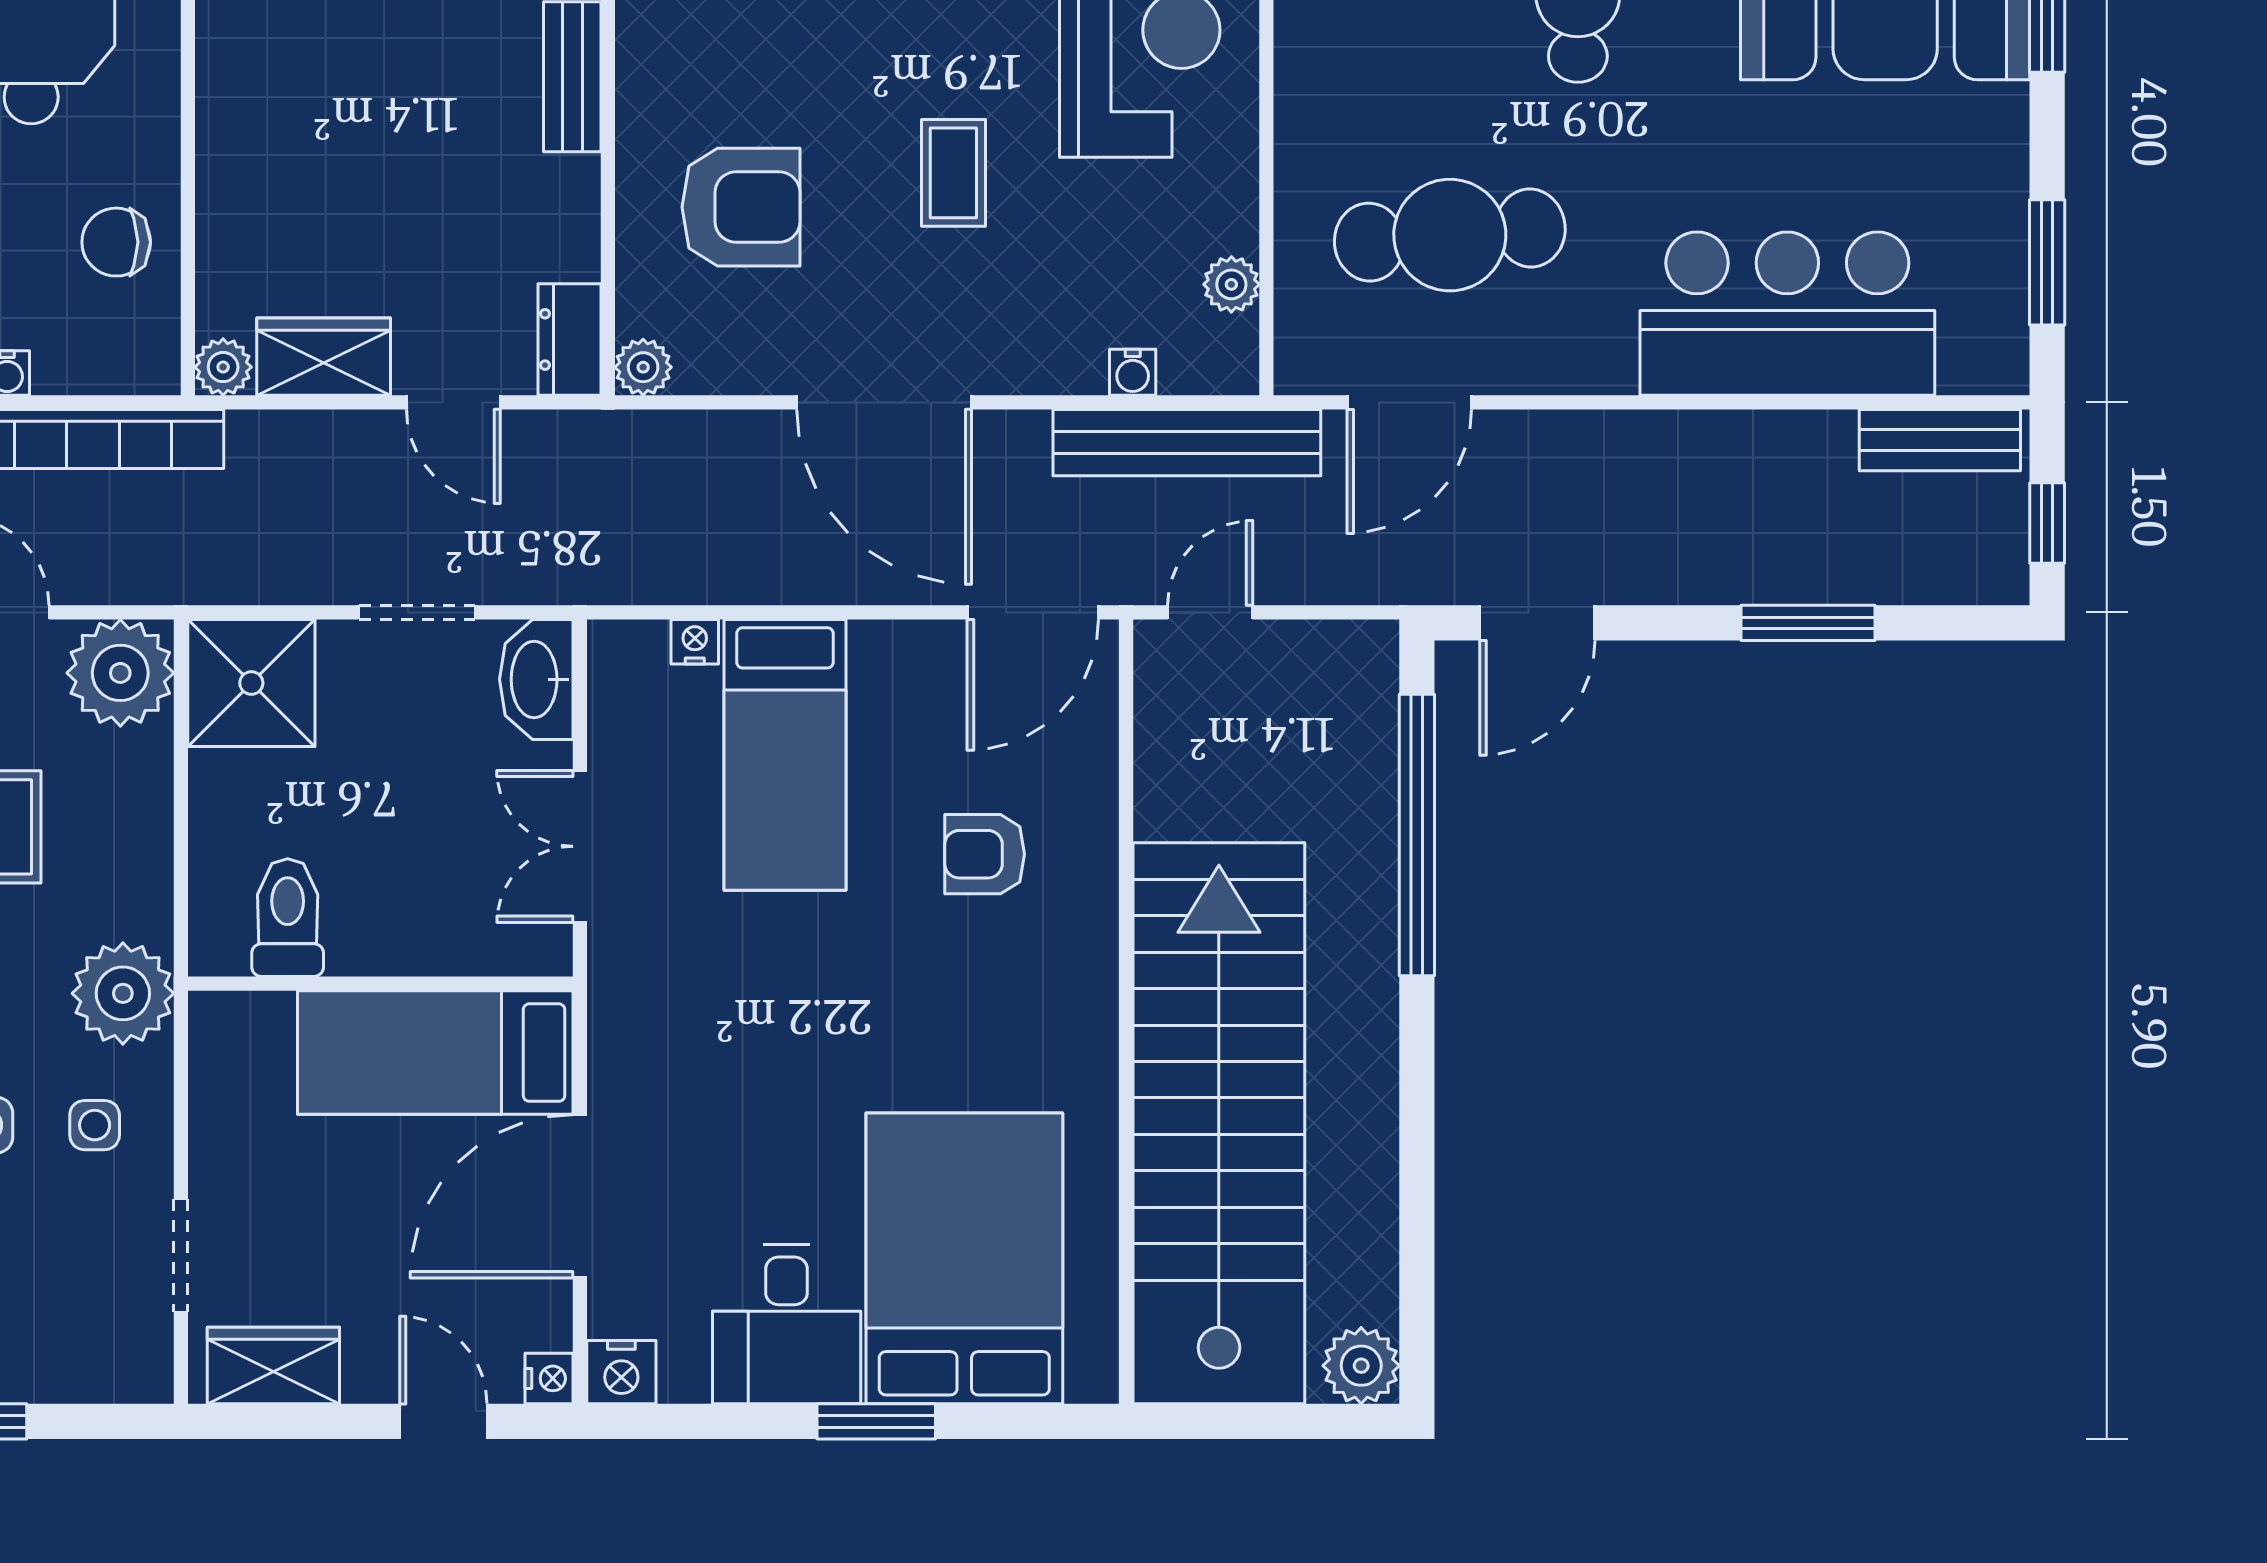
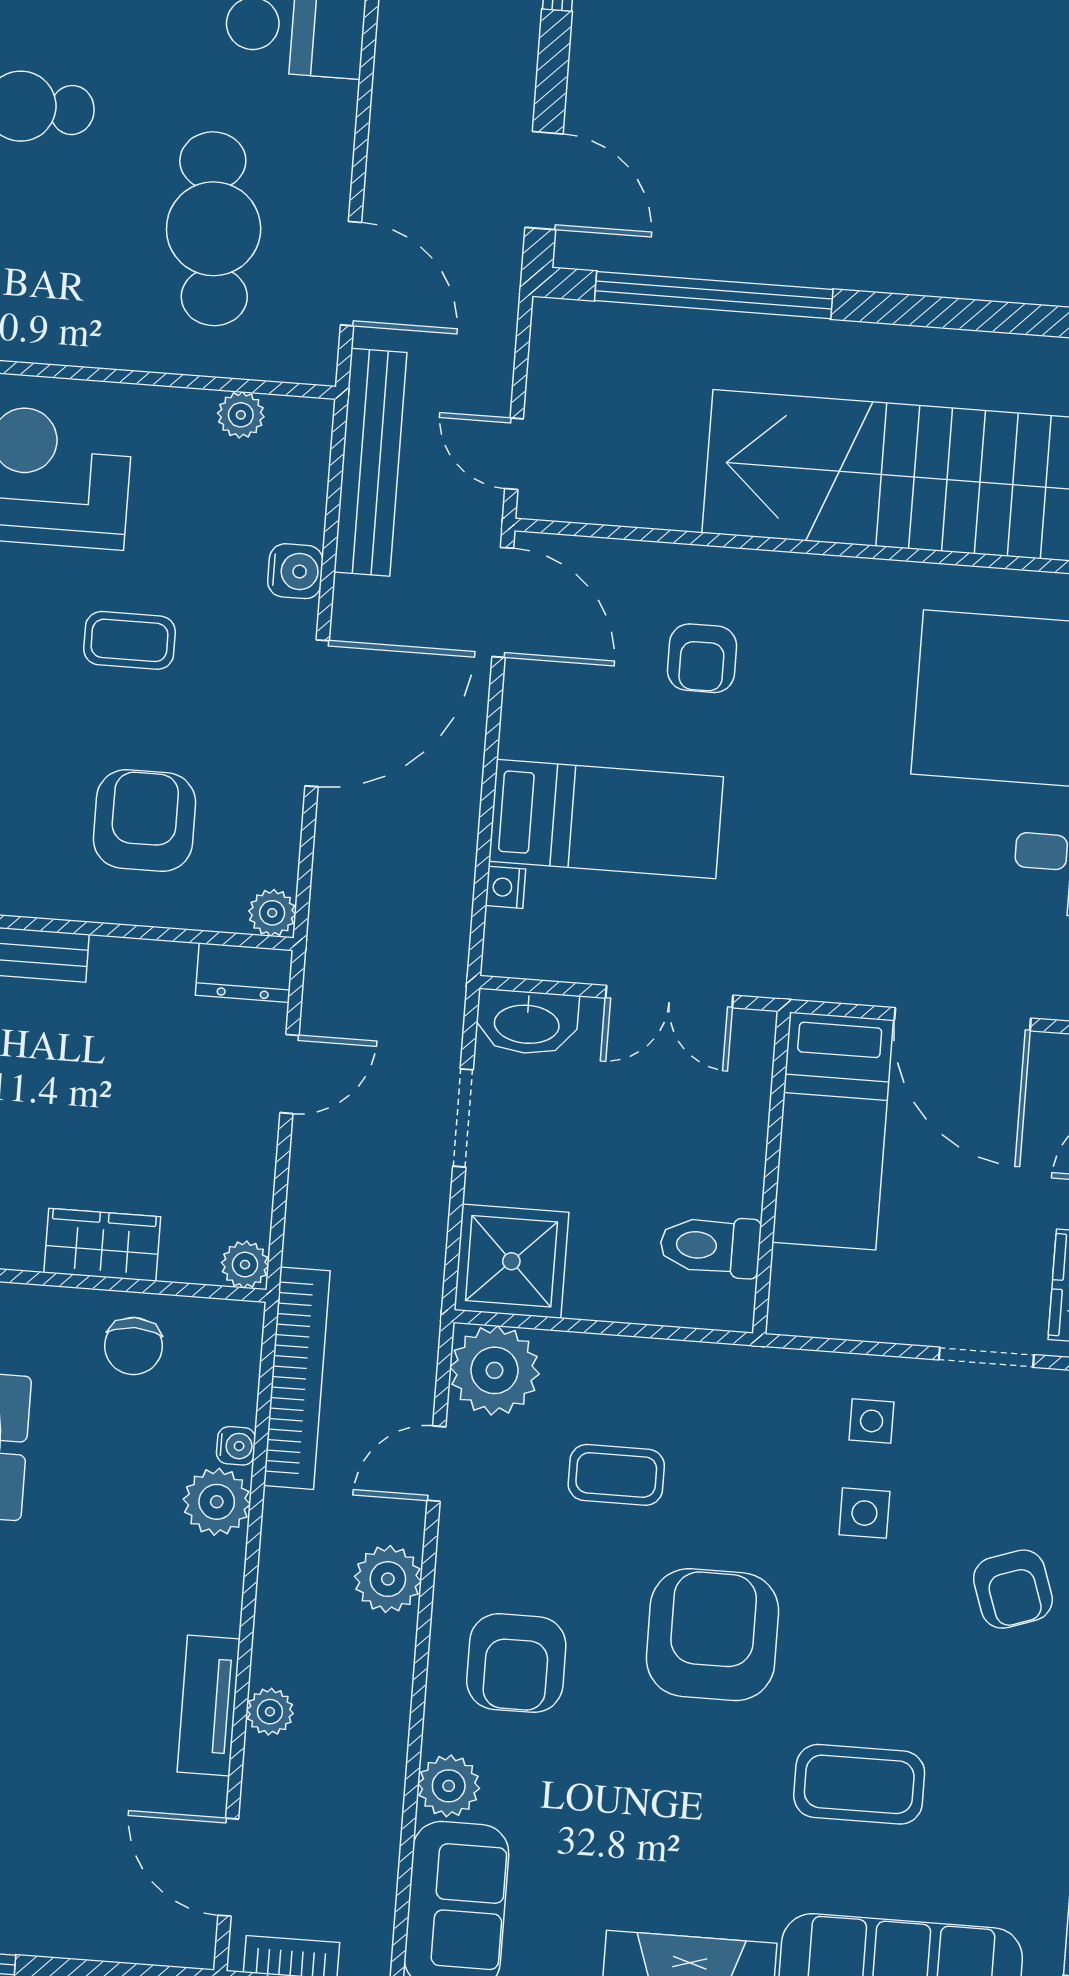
wardrobe: (324, 357) -> (102, 1245), moved, turned 90
water cooler: (1133, 372) -> (295, 571), moved, width x1.38, depth x1.38
plant: (123, 993) -> (763, 1389), removed

